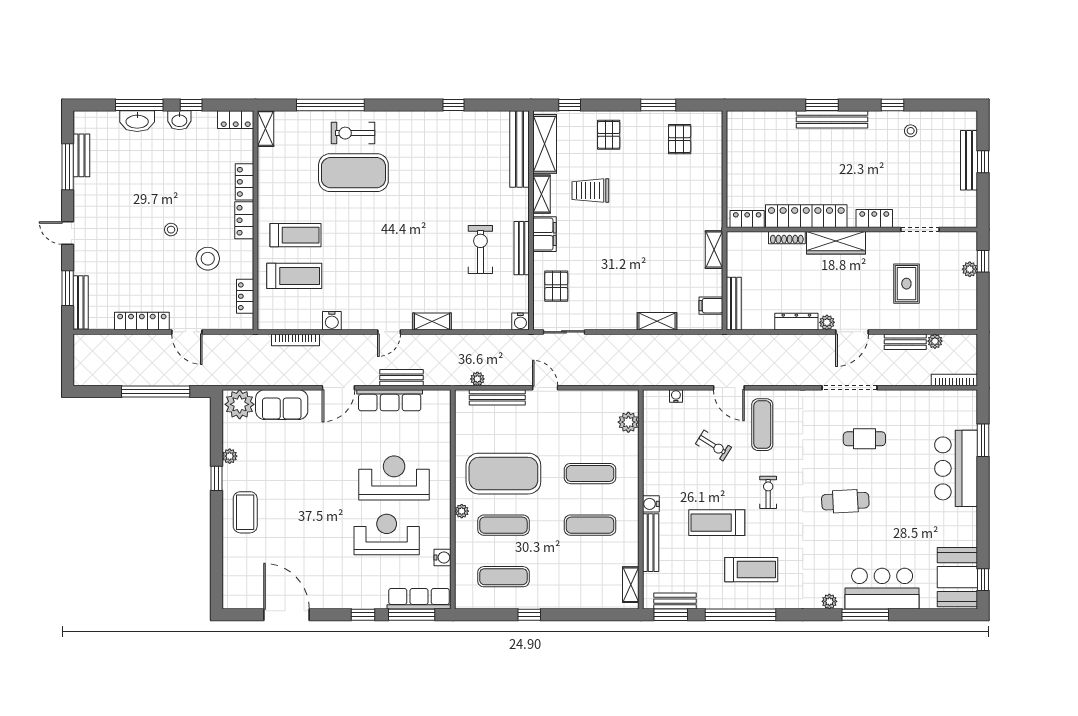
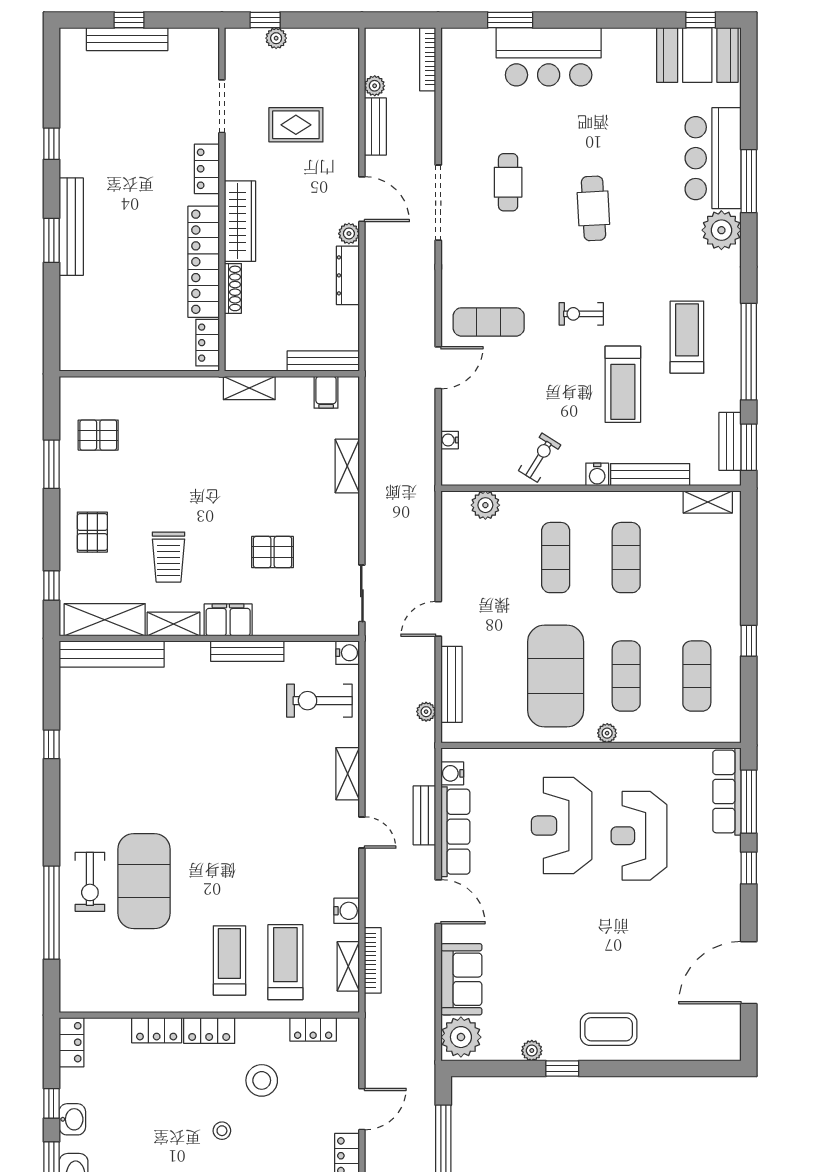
shelving: (266, 129) -> (348, 966), moved, turned 90
stool: (911, 131) -> (87, 119), removed
pallet: (609, 135) -> (92, 532), turned 90
exercise bike: (480, 250) -> (319, 701), moved
pallet: (556, 286) -> (272, 552), moved
exercise bike: (714, 446) -> (540, 458), moved
water cooler: (443, 557) -> (452, 773), moved, turned -90
plant: (829, 601) -> (721, 230), width x1.88, depth x1.88

